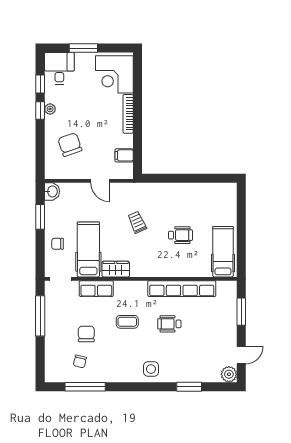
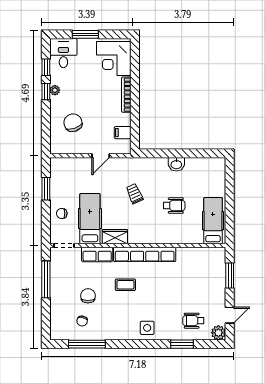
door: (100, 181) -> (101, 156), hinge flipped
washbasin: (52, 191) -> (176, 164), moved, turned 90
row of seats: (182, 289) -> (145, 254), moved
wheelchair: (169, 324) -> (193, 321), moved

